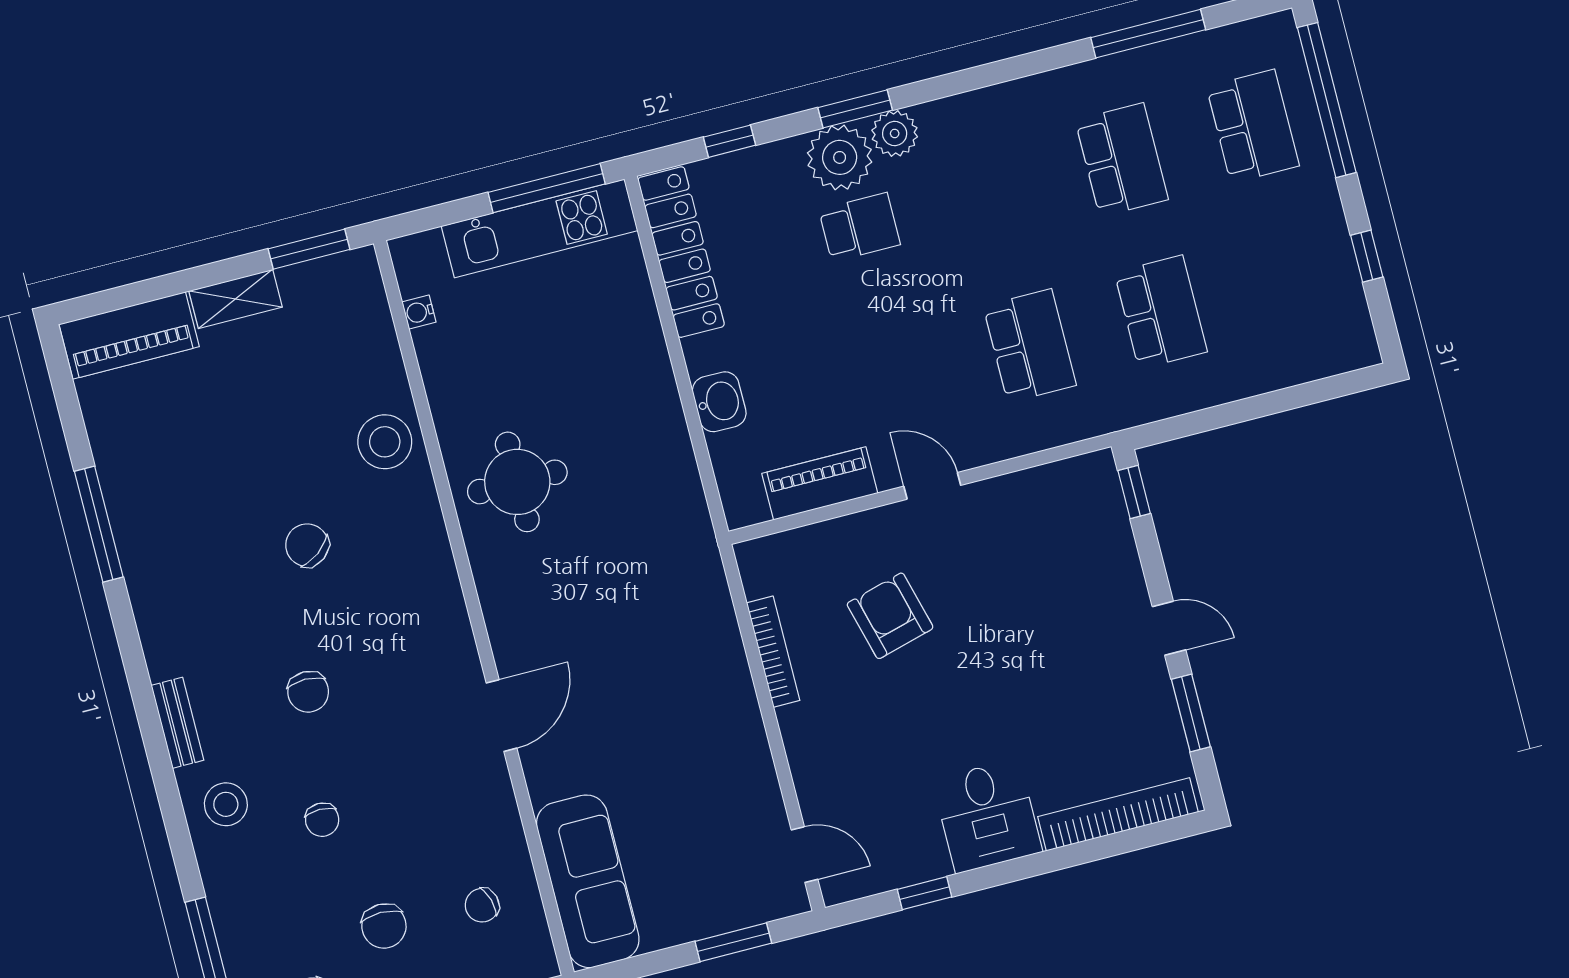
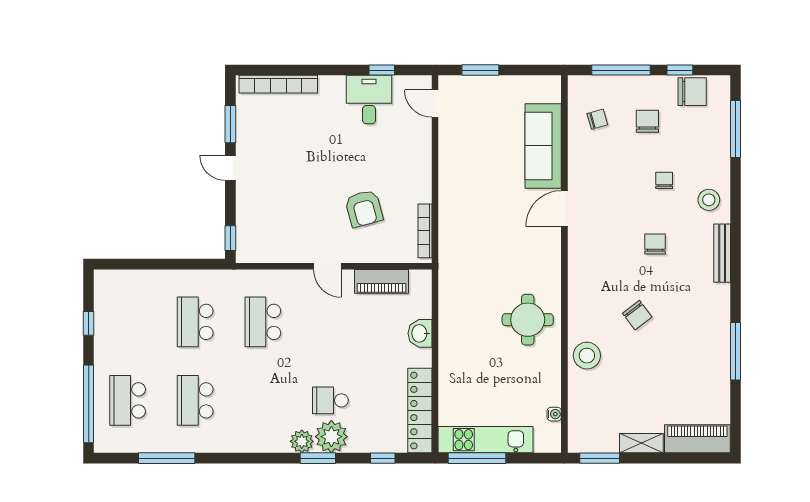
bookcase: (773, 652) -> (425, 231), moved
bench: (177, 723) -> (722, 253), width x1.36
desk: (987, 816) -> (369, 100), moved
sofa: (588, 881) -> (543, 146), moved

